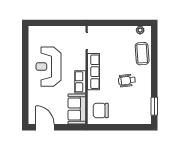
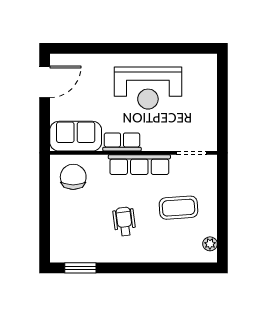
coffee table: (142, 54) -> (178, 208), moved
reception desk: (49, 67) -> (148, 88), turned 180

